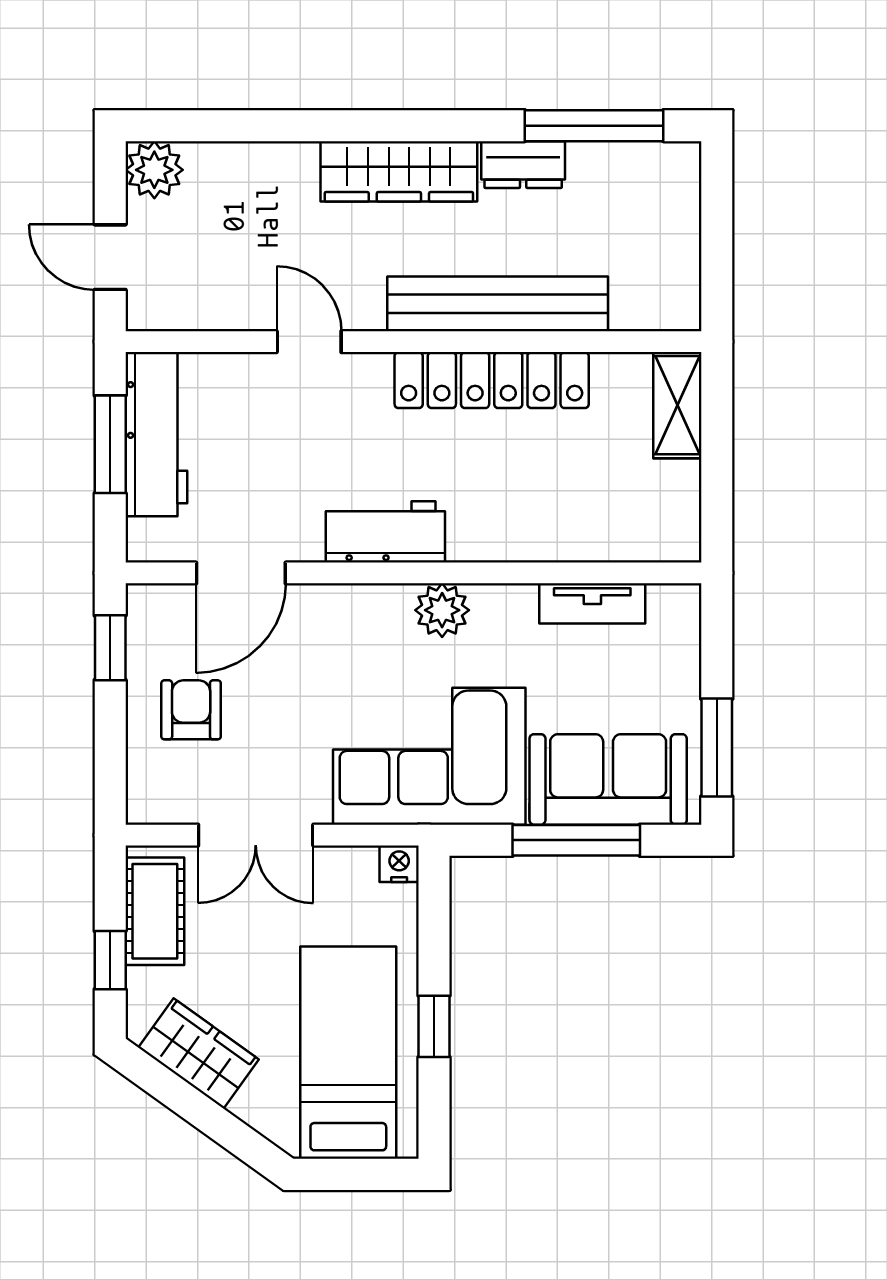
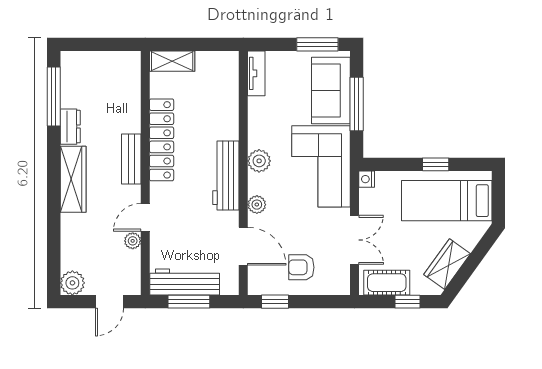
bench: (498, 304) -> (131, 159), width x0.54, depth x0.82
plant: (253, 312) -> (133, 241), added
workbench: (385, 532) -> (226, 175), width x1.38
tv unit: (592, 603) -> (256, 73), moved
plant: (339, 605) -> (257, 205), added

